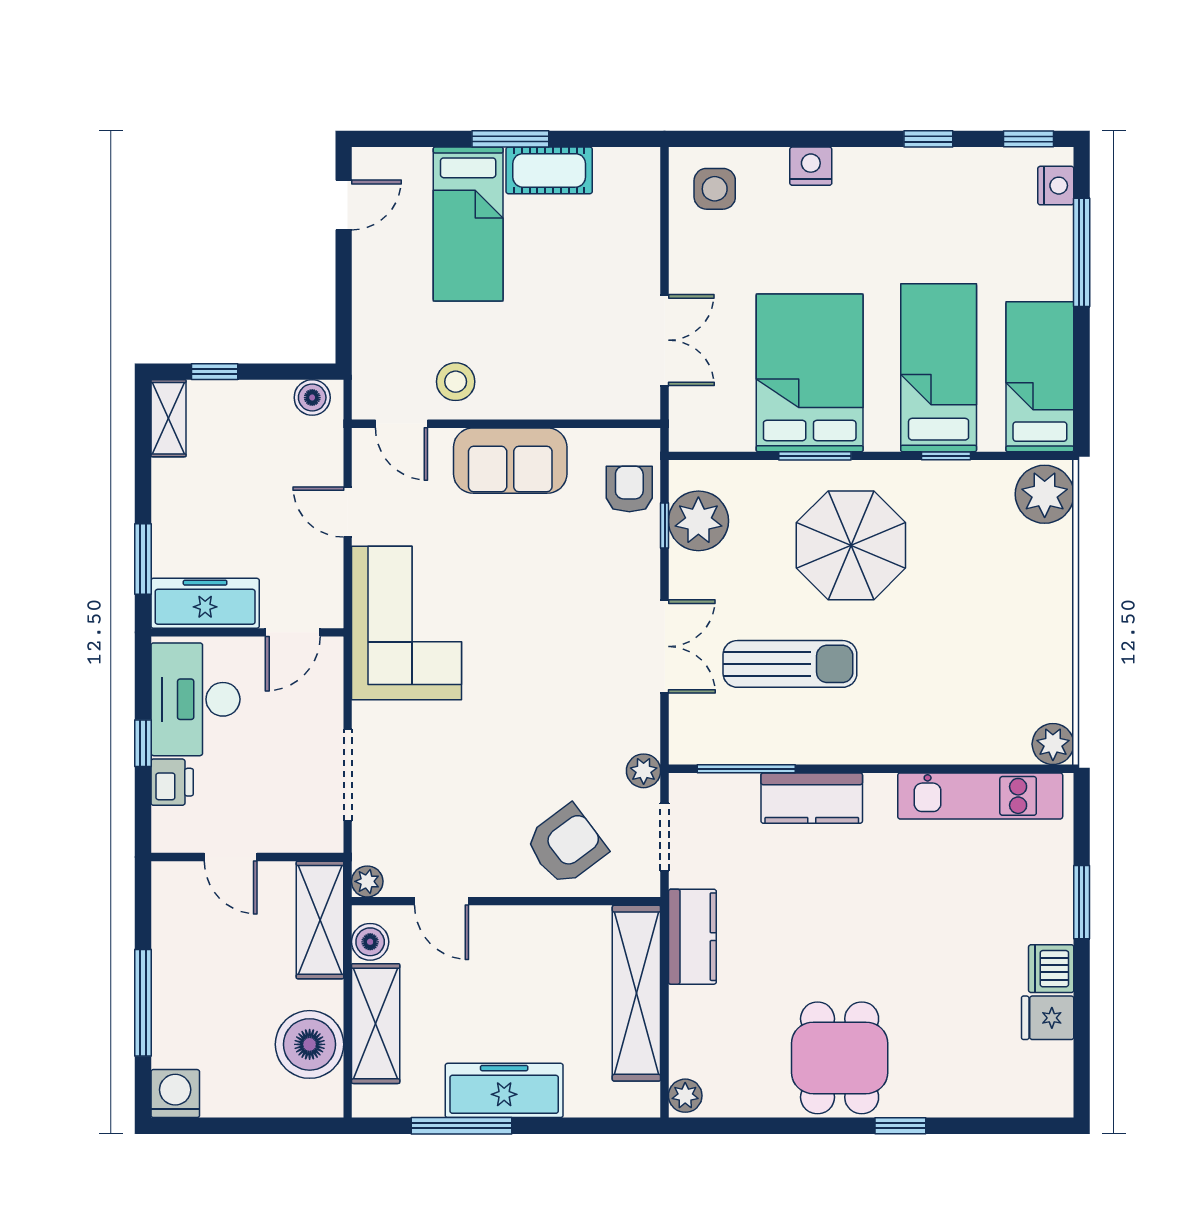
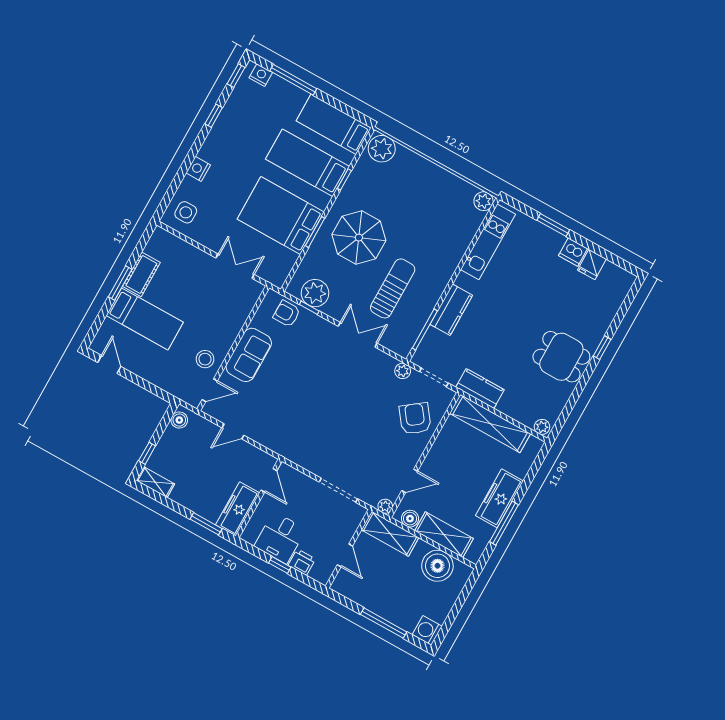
corner sofa: (407, 623) -> (291, 433), removed
desk: (195, 699) -> (280, 538), width x0.73
door: (231, 857) -> (345, 555), hinge flipped

